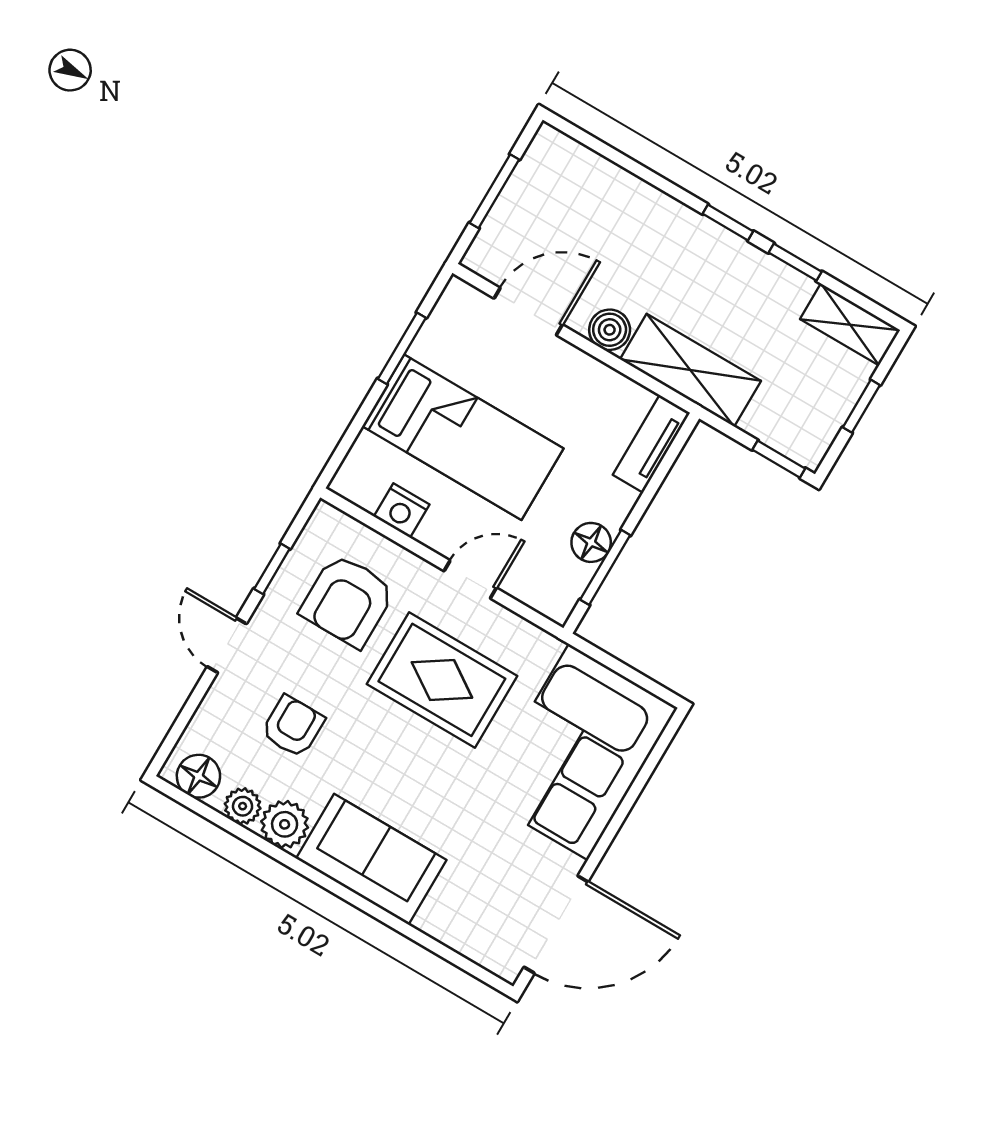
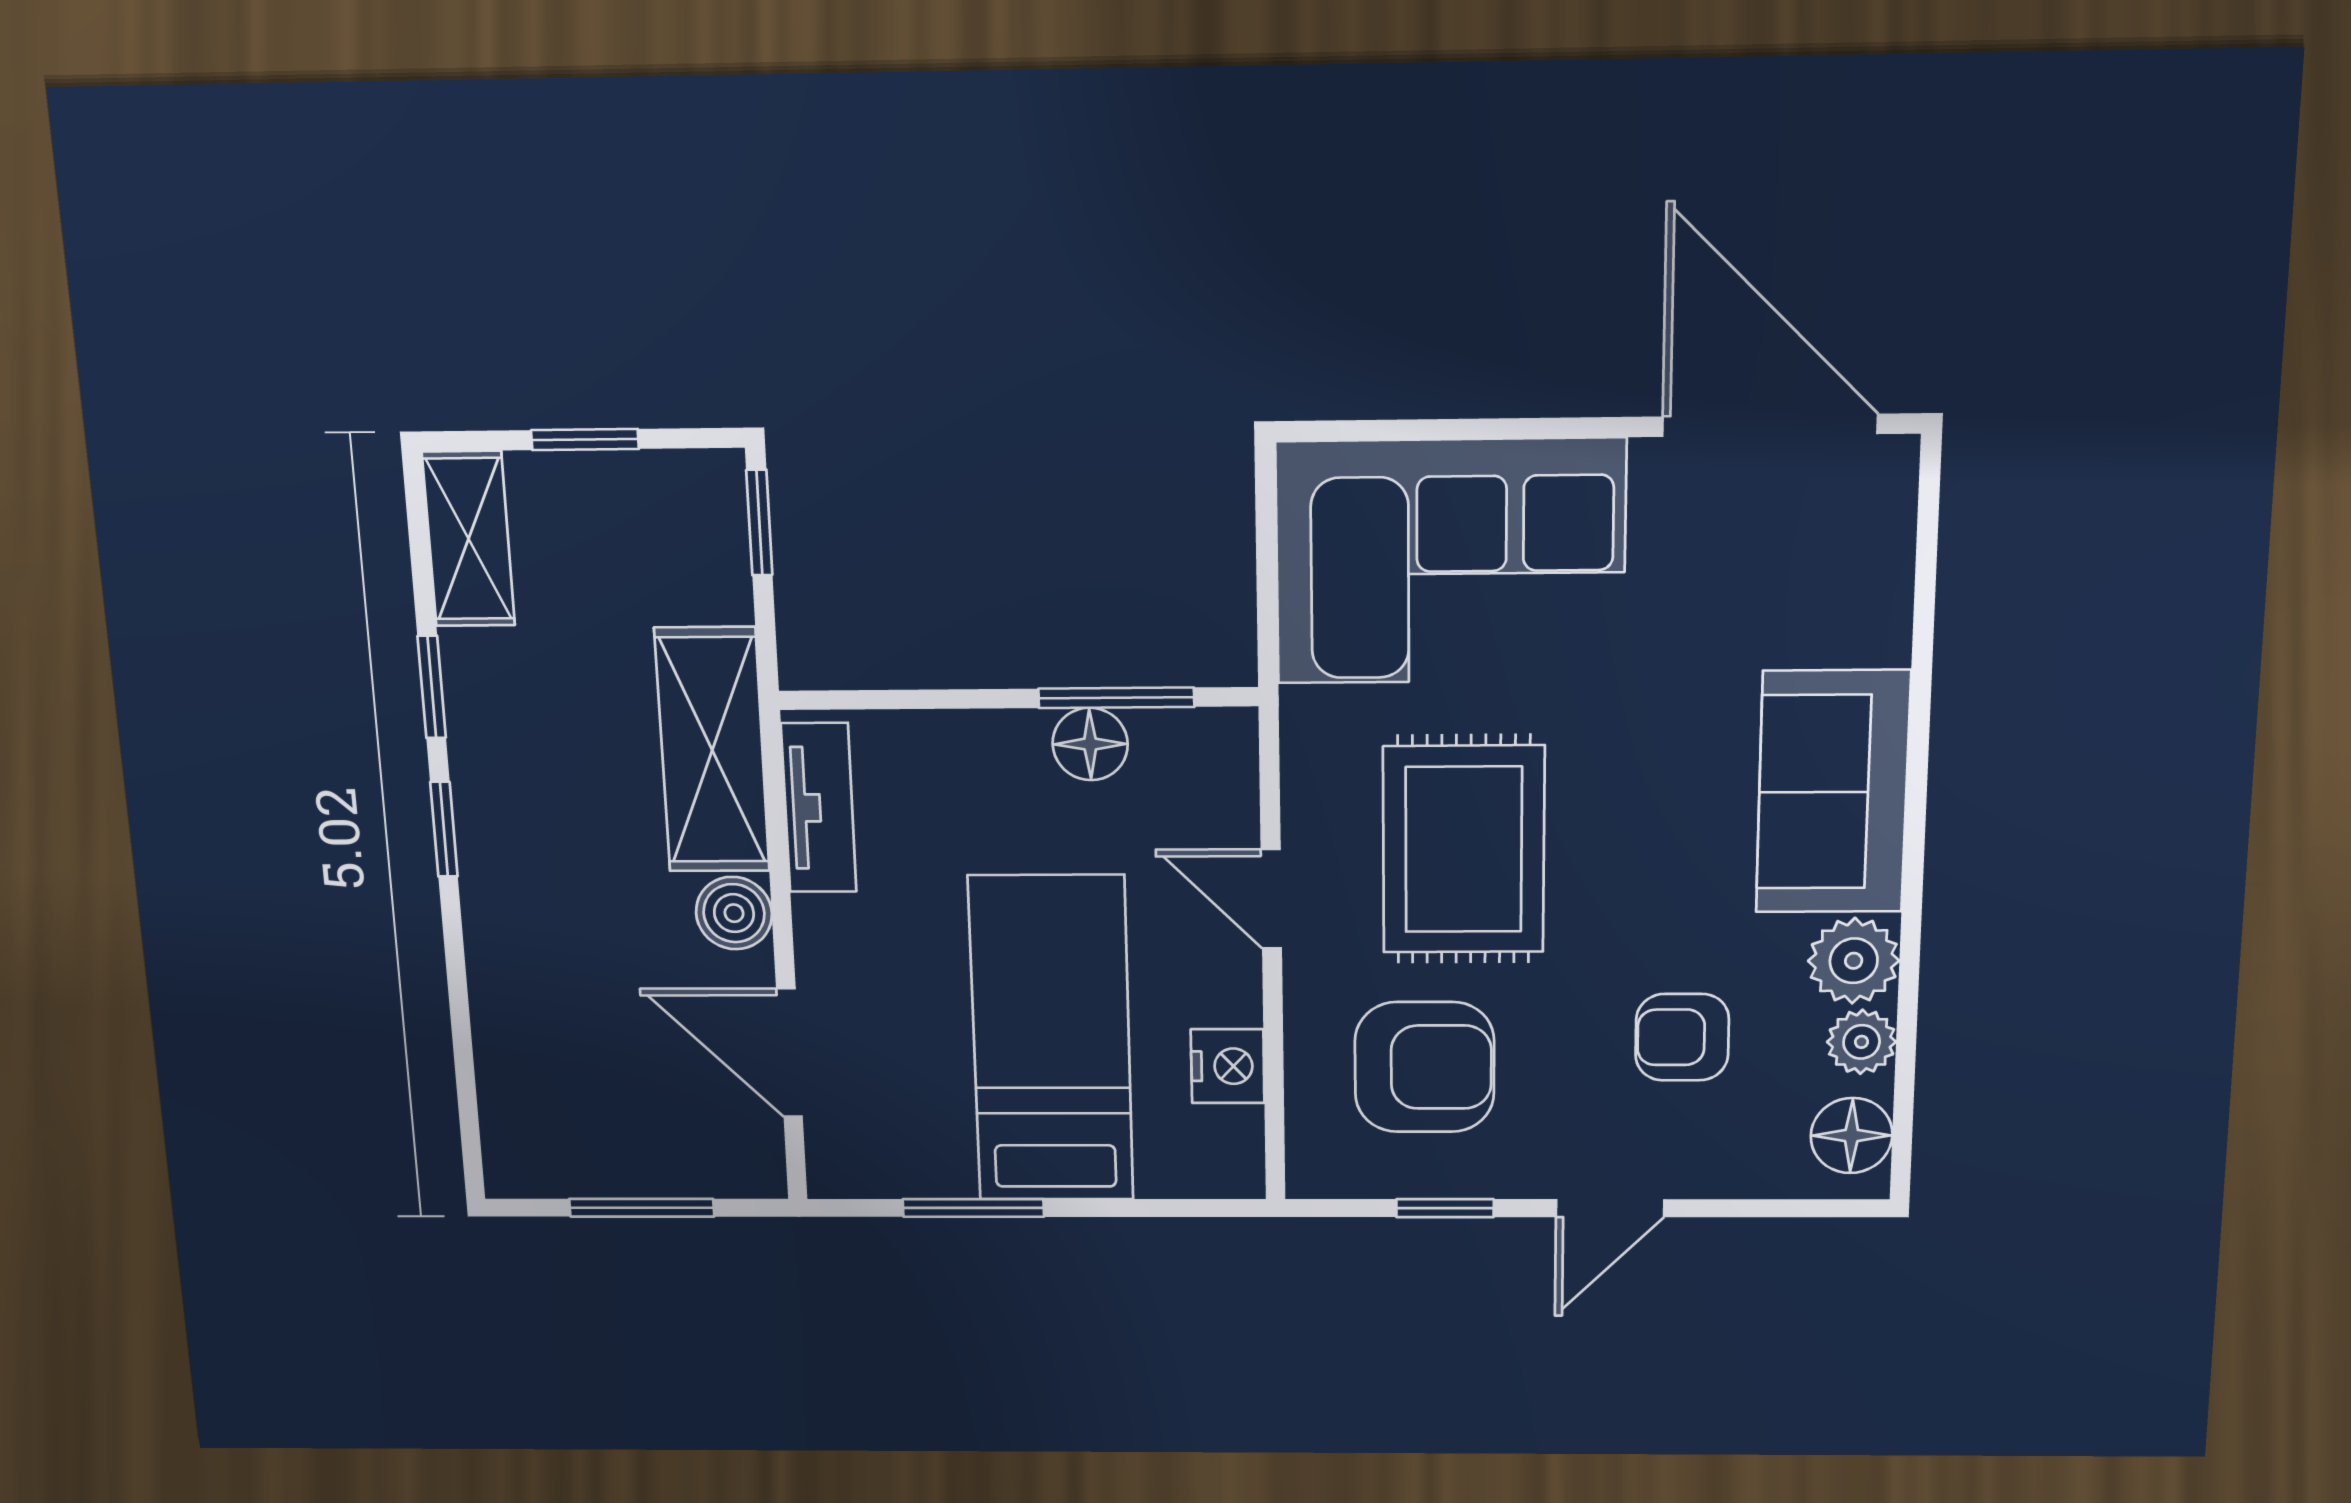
tv unit: (651, 444) -> (819, 808), moved, turned -90

